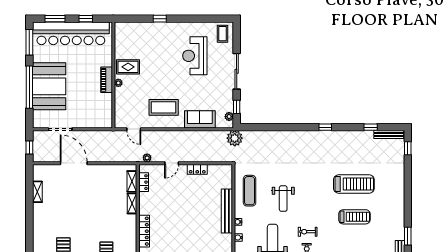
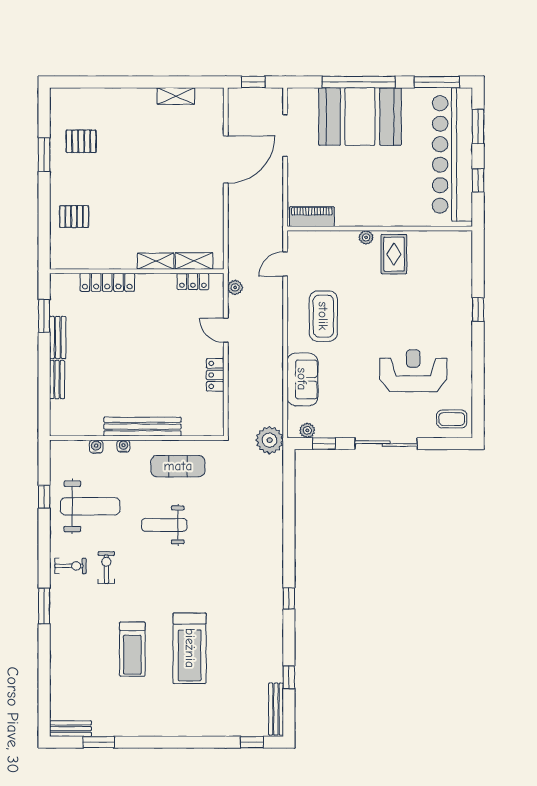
piano: (107, 80) -> (312, 217), moved

